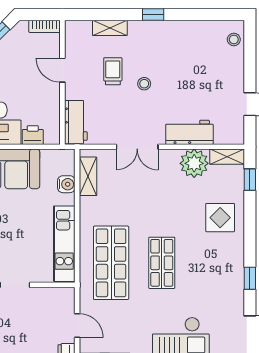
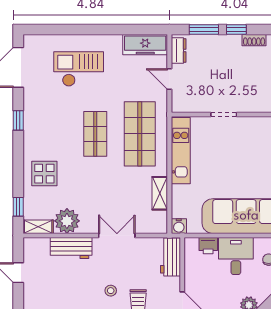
shelving: (88, 176) -> (160, 193), moved
water cooler: (66, 184) -> (179, 226), moved, turned -90

